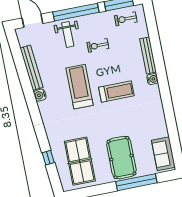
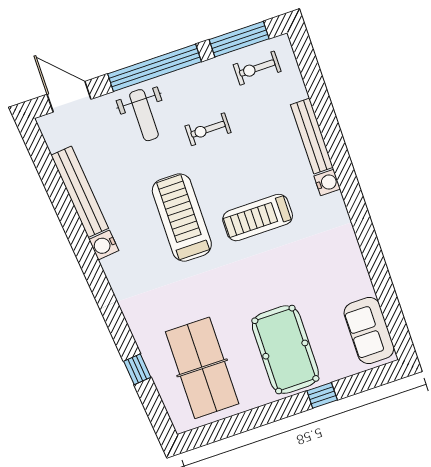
treadmill: (116, 92) -> (258, 218), turned 180
window: (136, 182) -> (322, 395), width x0.32

